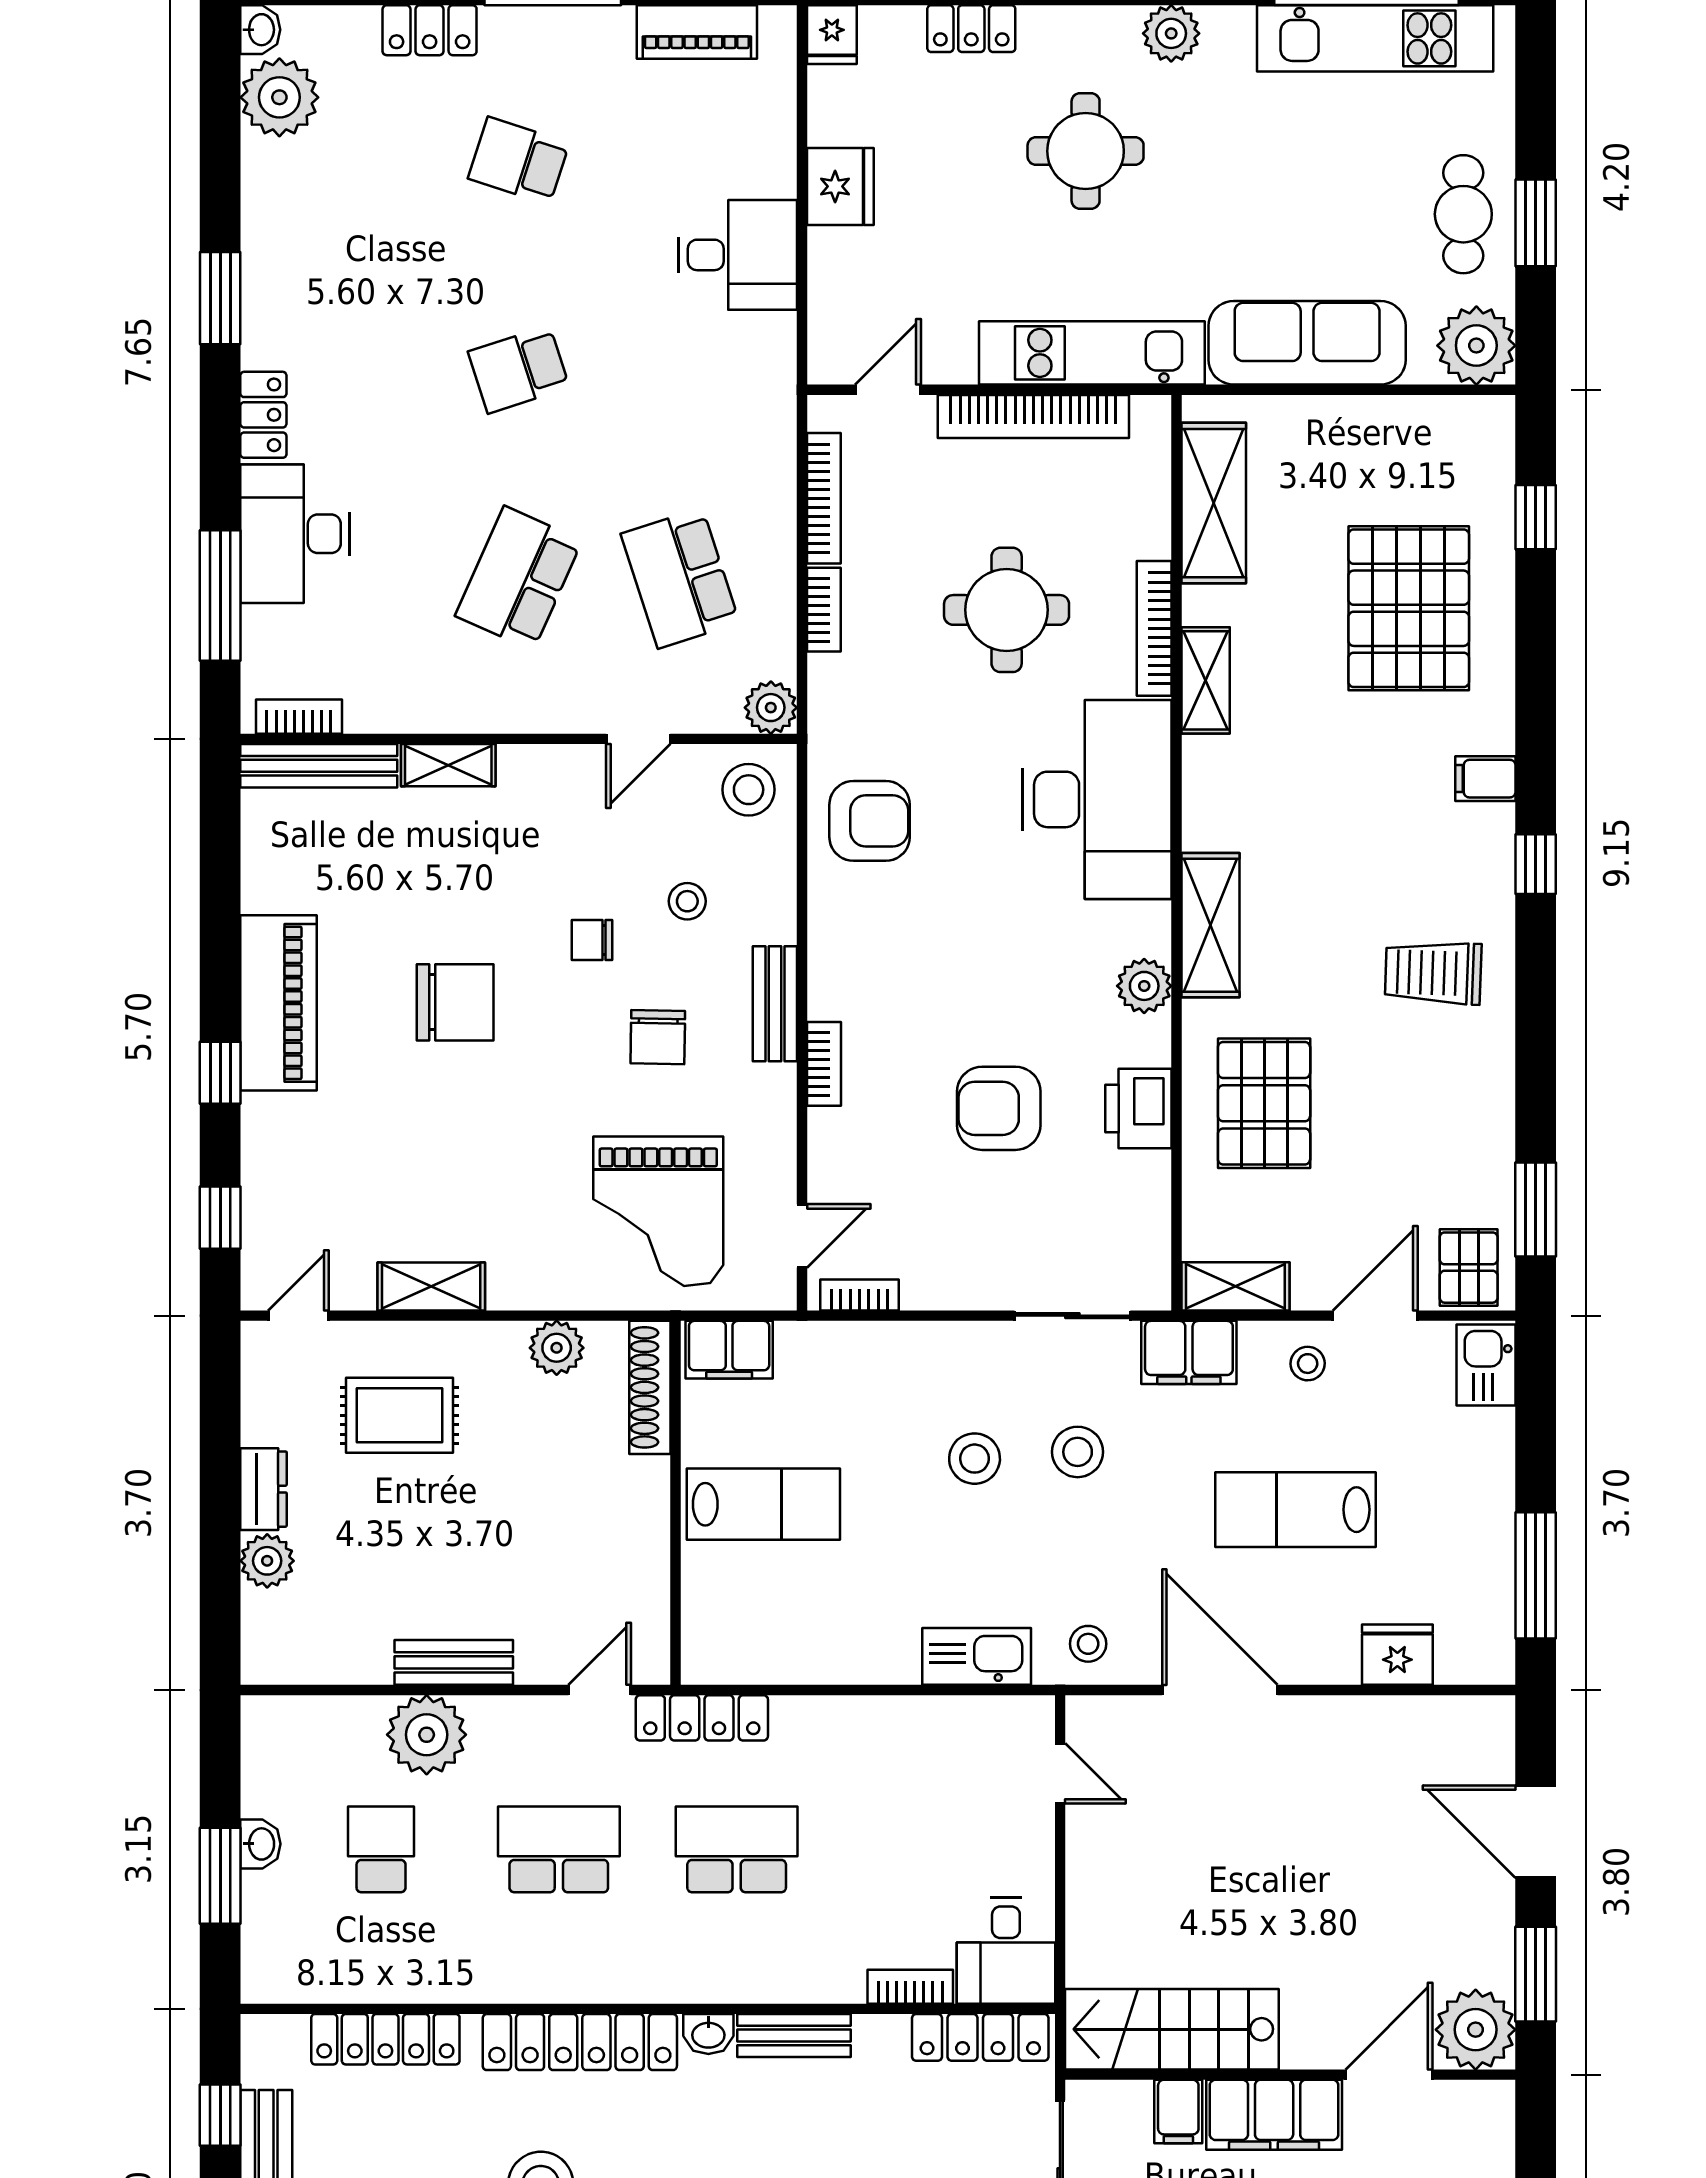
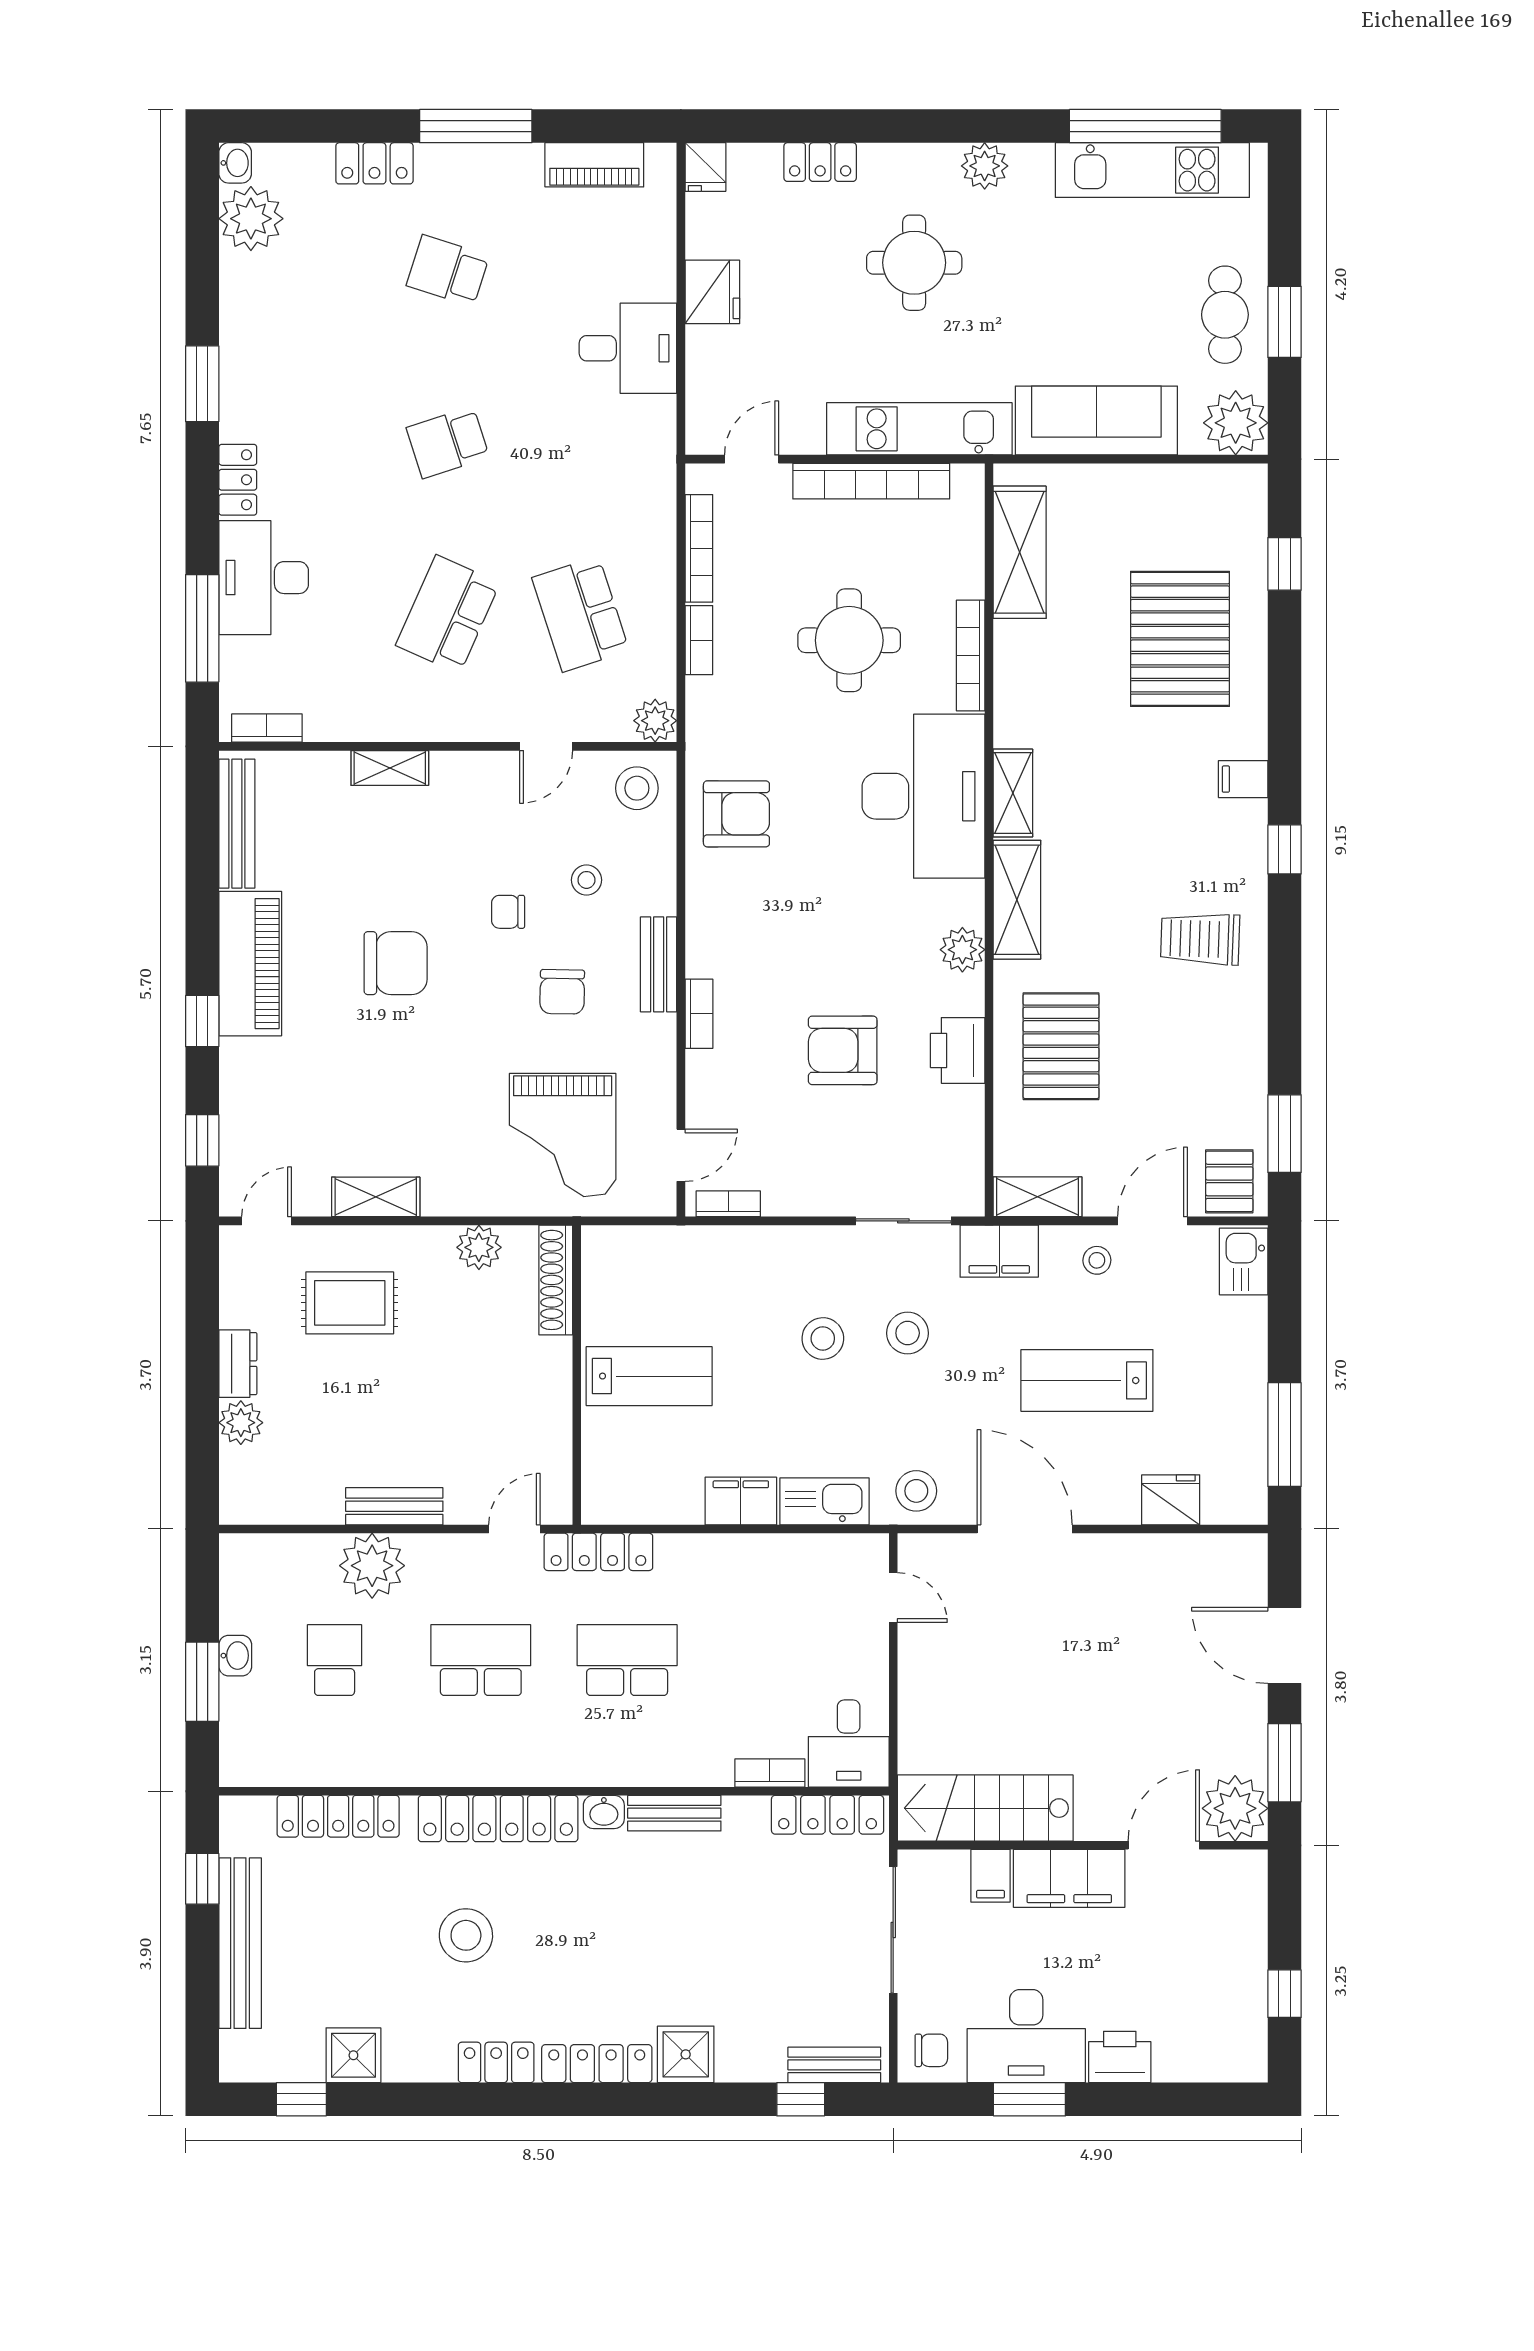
shelving: (1206, 680) -> (1013, 793), moved
bench: (319, 766) -> (237, 824), moved, turned 90
filing cabinet: (729, 1350) -> (741, 1501), moved, turned 180
stool: (1088, 1644) -> (916, 1491), width x1.37, depth x1.37

